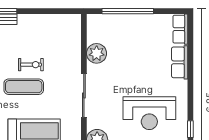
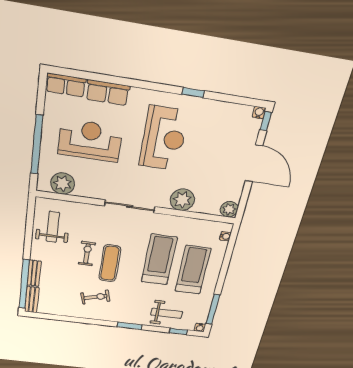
weight bench: (54, 31) -> (53, 227), added
plant: (97, 53) -> (63, 184), moved
reception desk: (138, 54) -> (90, 141), added

